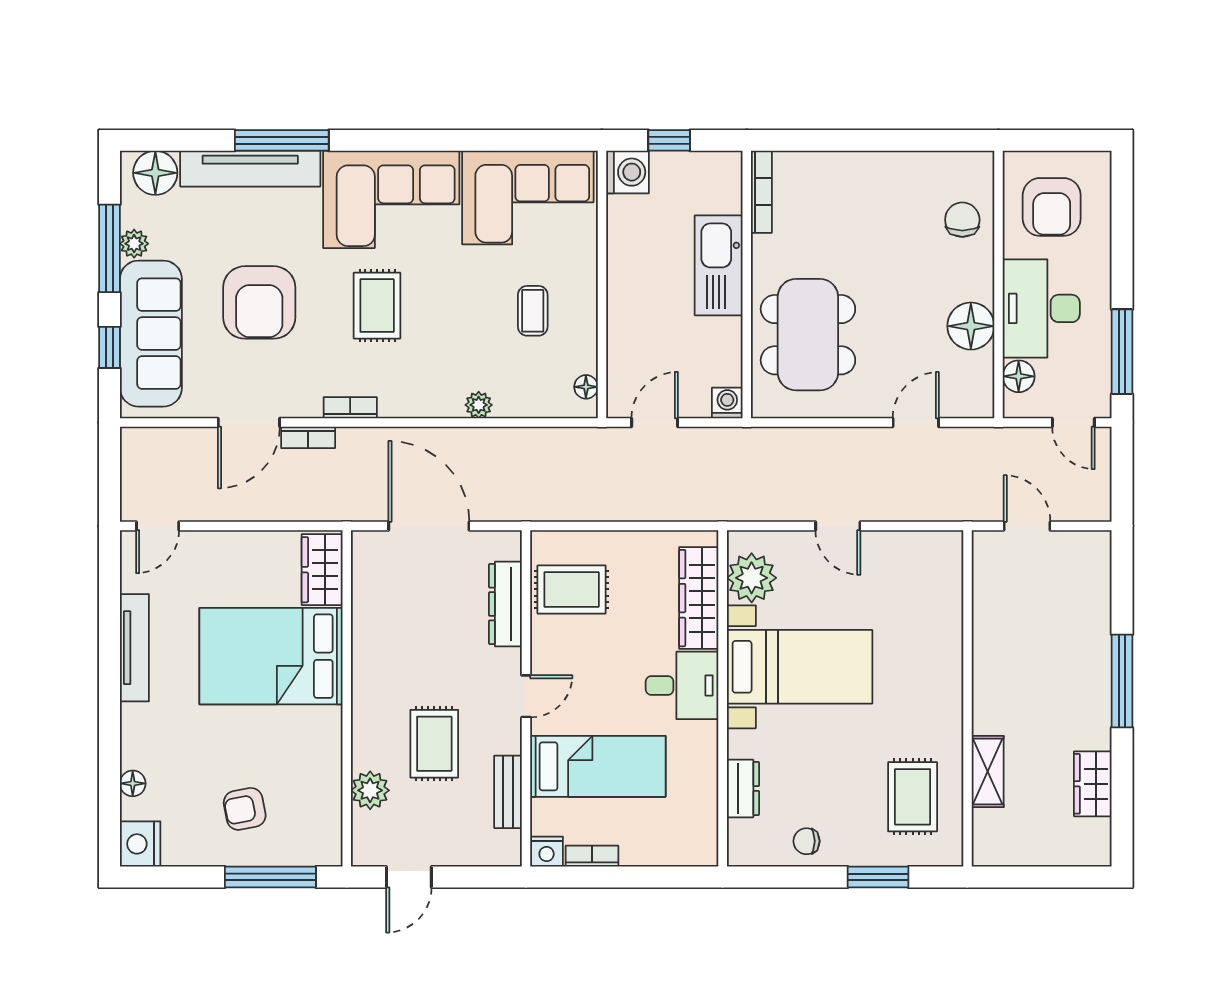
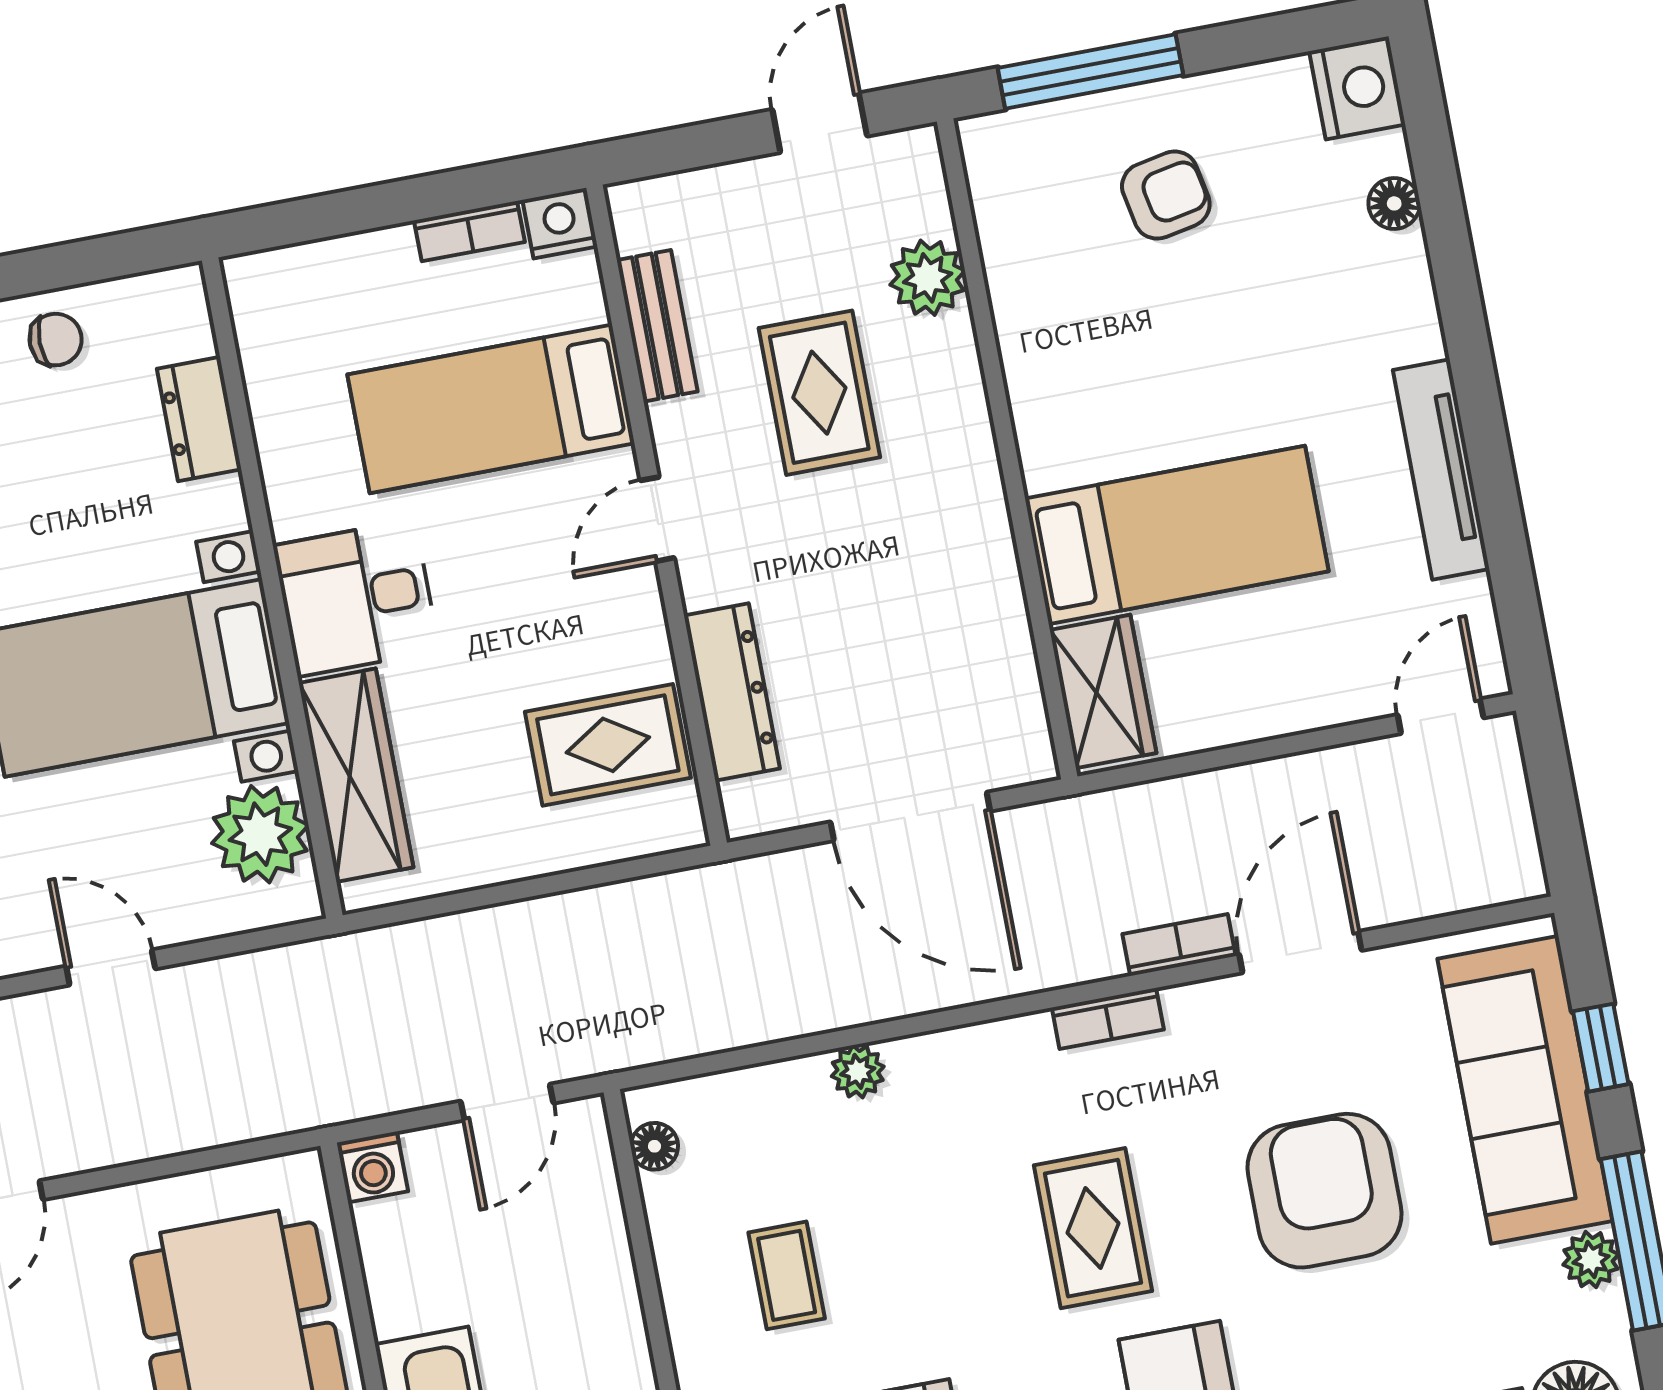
bed: (271, 656) -> (1177, 535), width x0.67

